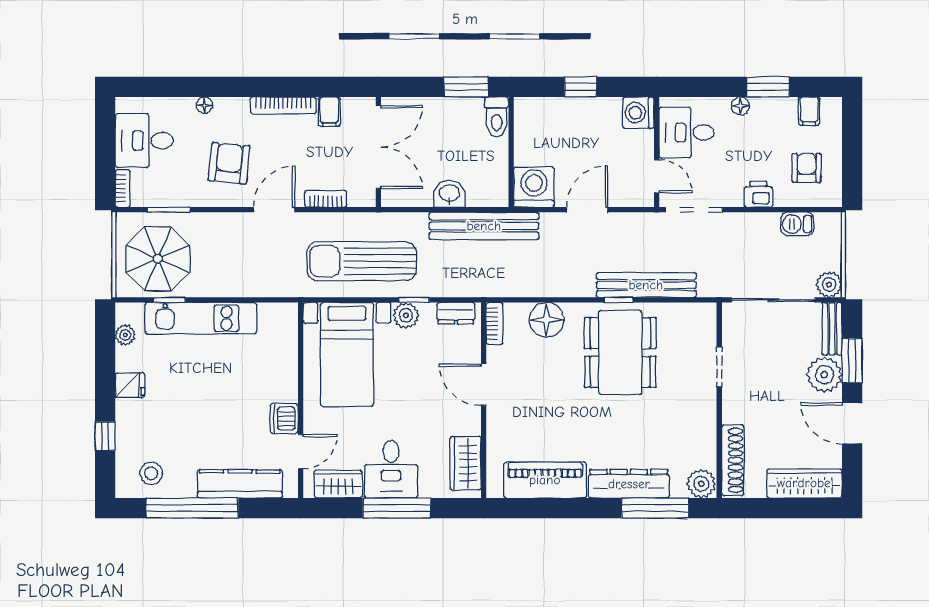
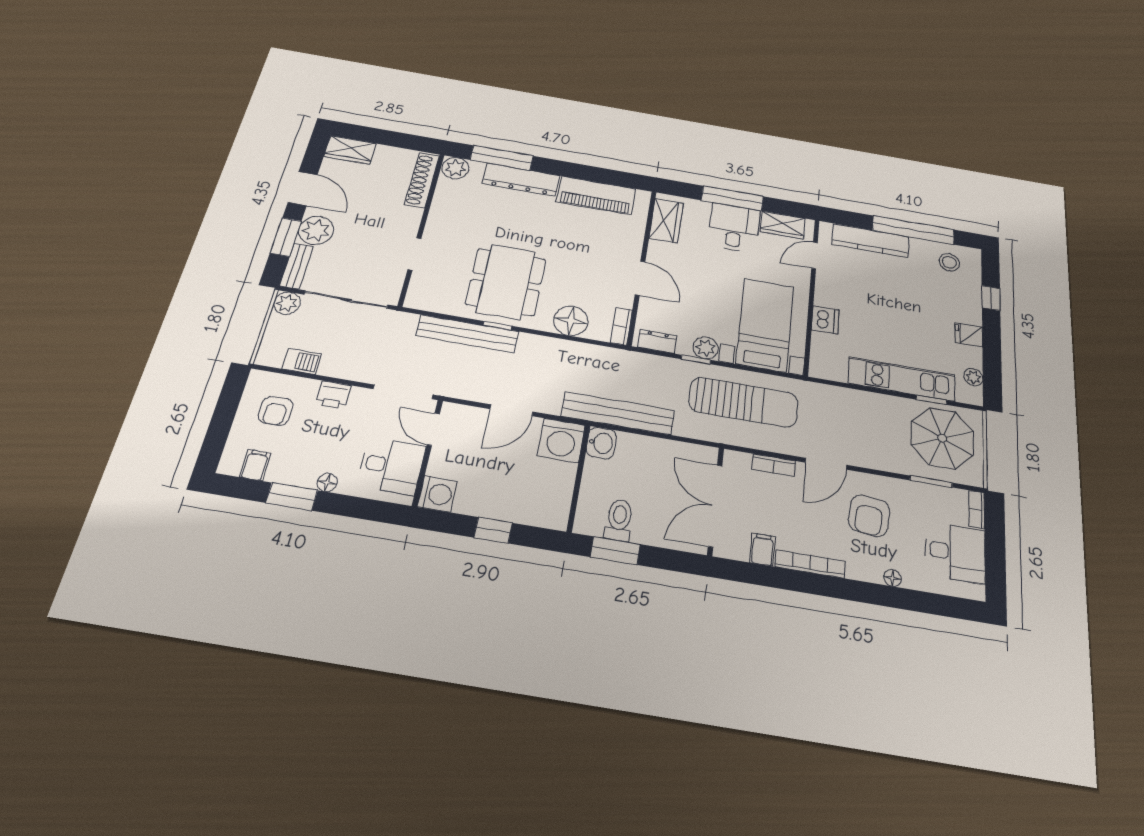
toilet: (497, 117) -> (619, 520), moved
washbasin: (449, 194) -> (601, 443), moved, turned -90
dishwasher: (284, 419) -> (825, 320), moved
wardrobe: (804, 483) -> (350, 150), width x0.67

